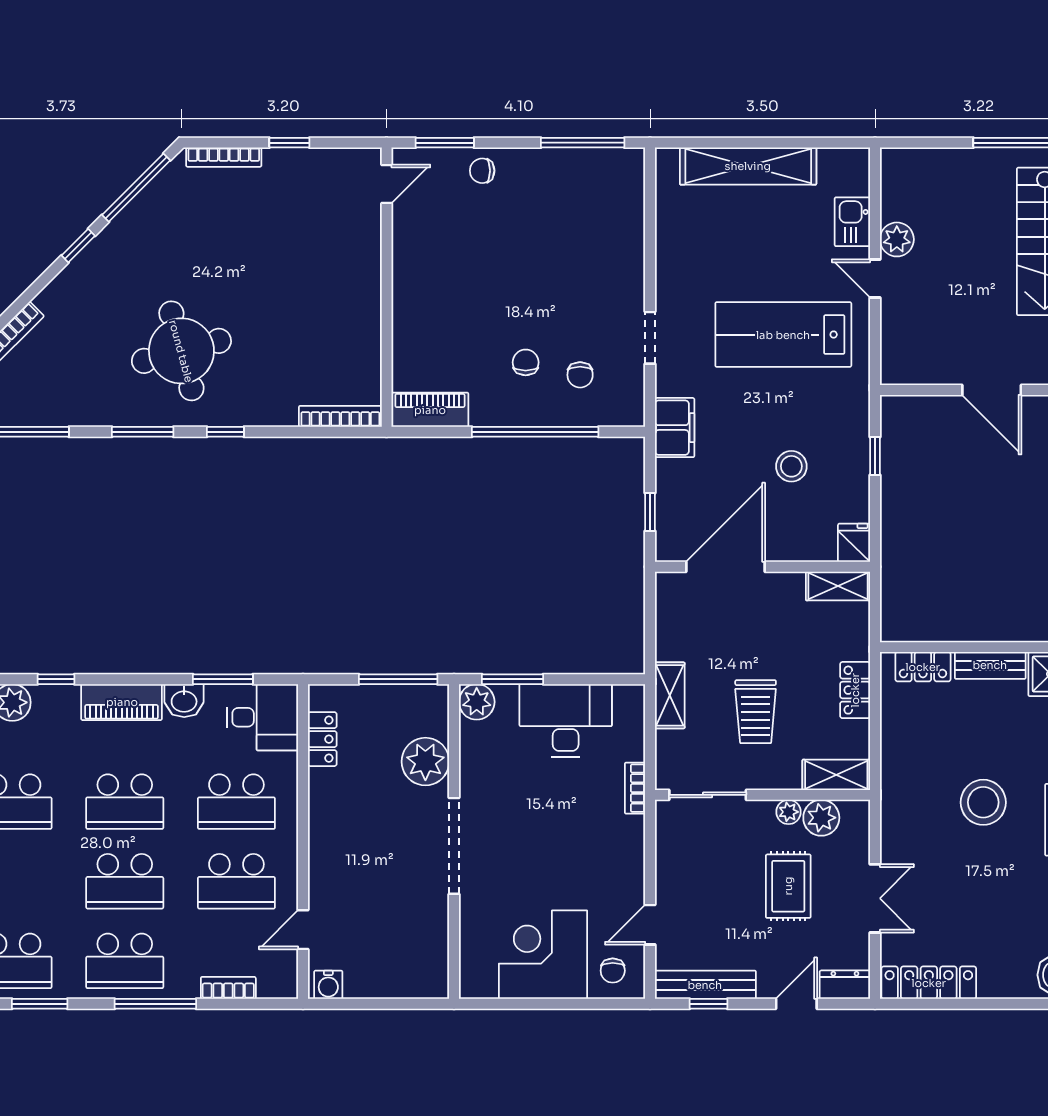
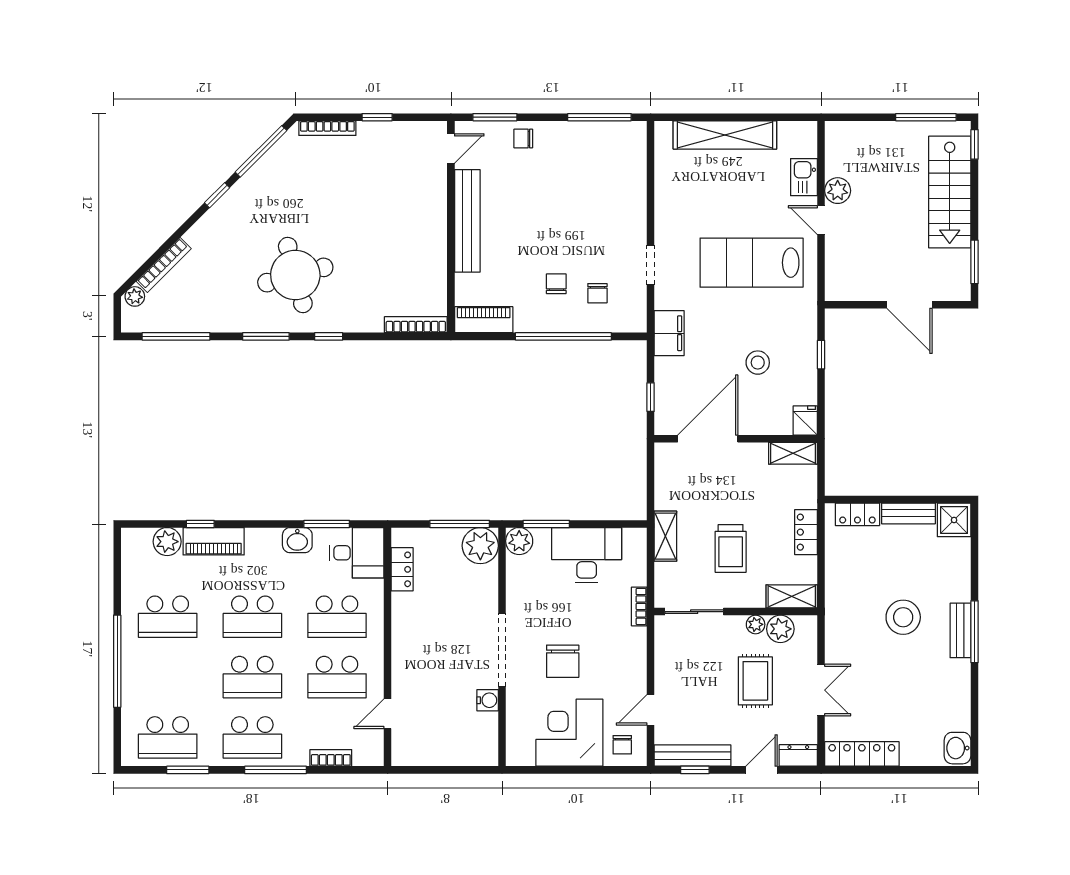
bench: (408, 279) -> (467, 221), added
piano: (122, 702) -> (214, 541), moved
plant: (425, 762) -> (480, 546), moved
chair: (534, 860) -> (563, 661), added
water cooler: (328, 985) -> (488, 700), moved, turned -90

